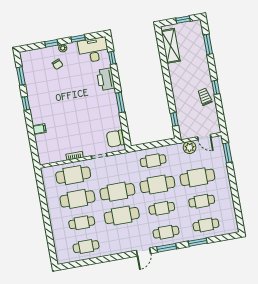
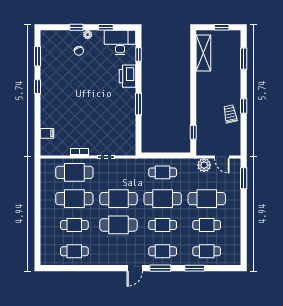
filing cabinet: (39, 129) -> (47, 133), moved
chair: (115, 139) -> (126, 141), removed

